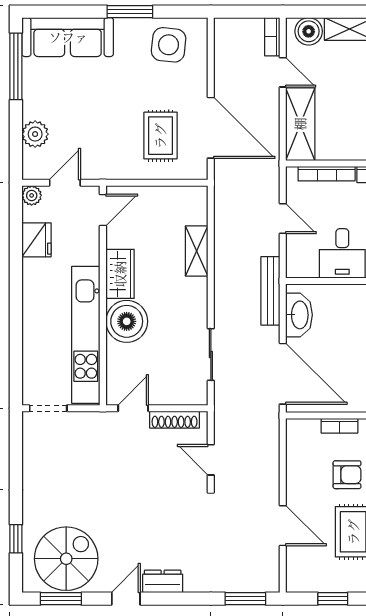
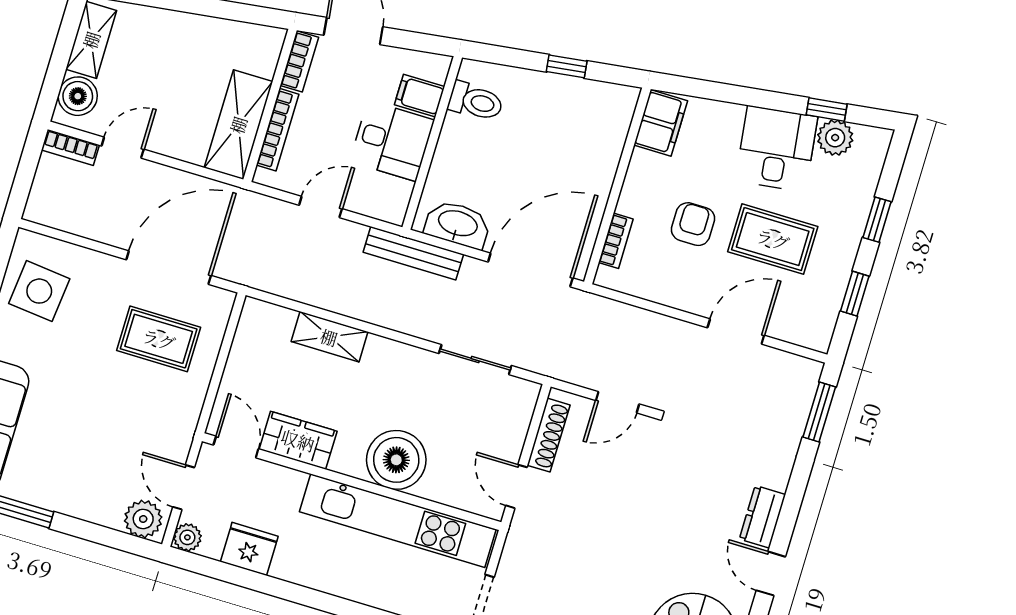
shelving: (300, 124) -> (238, 125), moved, turned 90
plant: (35, 134) -> (143, 519), moved
wardrobe: (120, 274) -> (298, 440), moved
bookcase: (339, 426) -> (616, 241), moved

